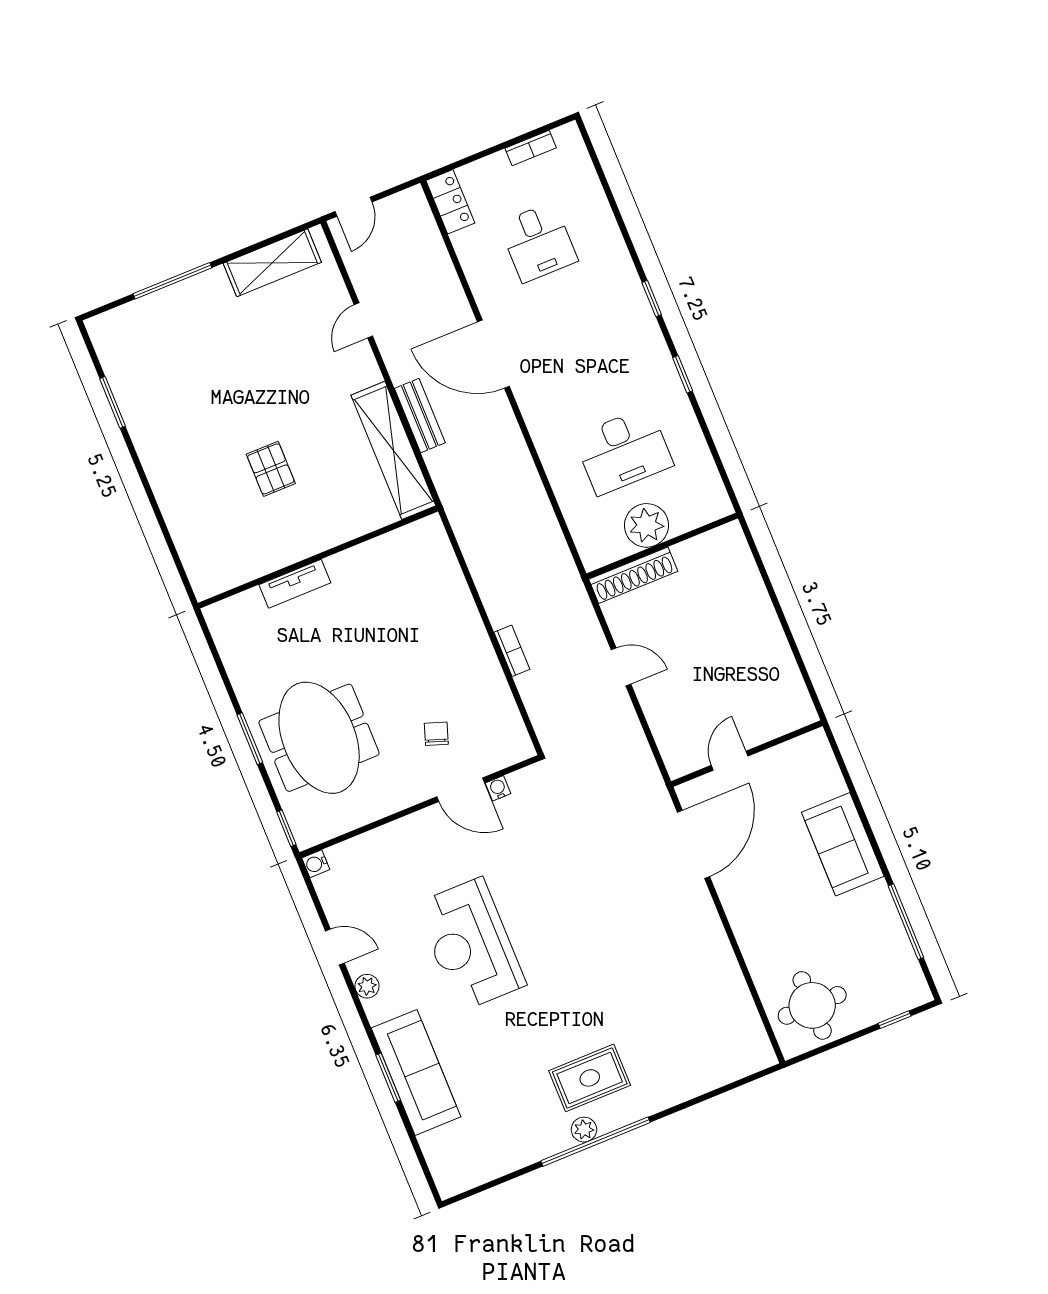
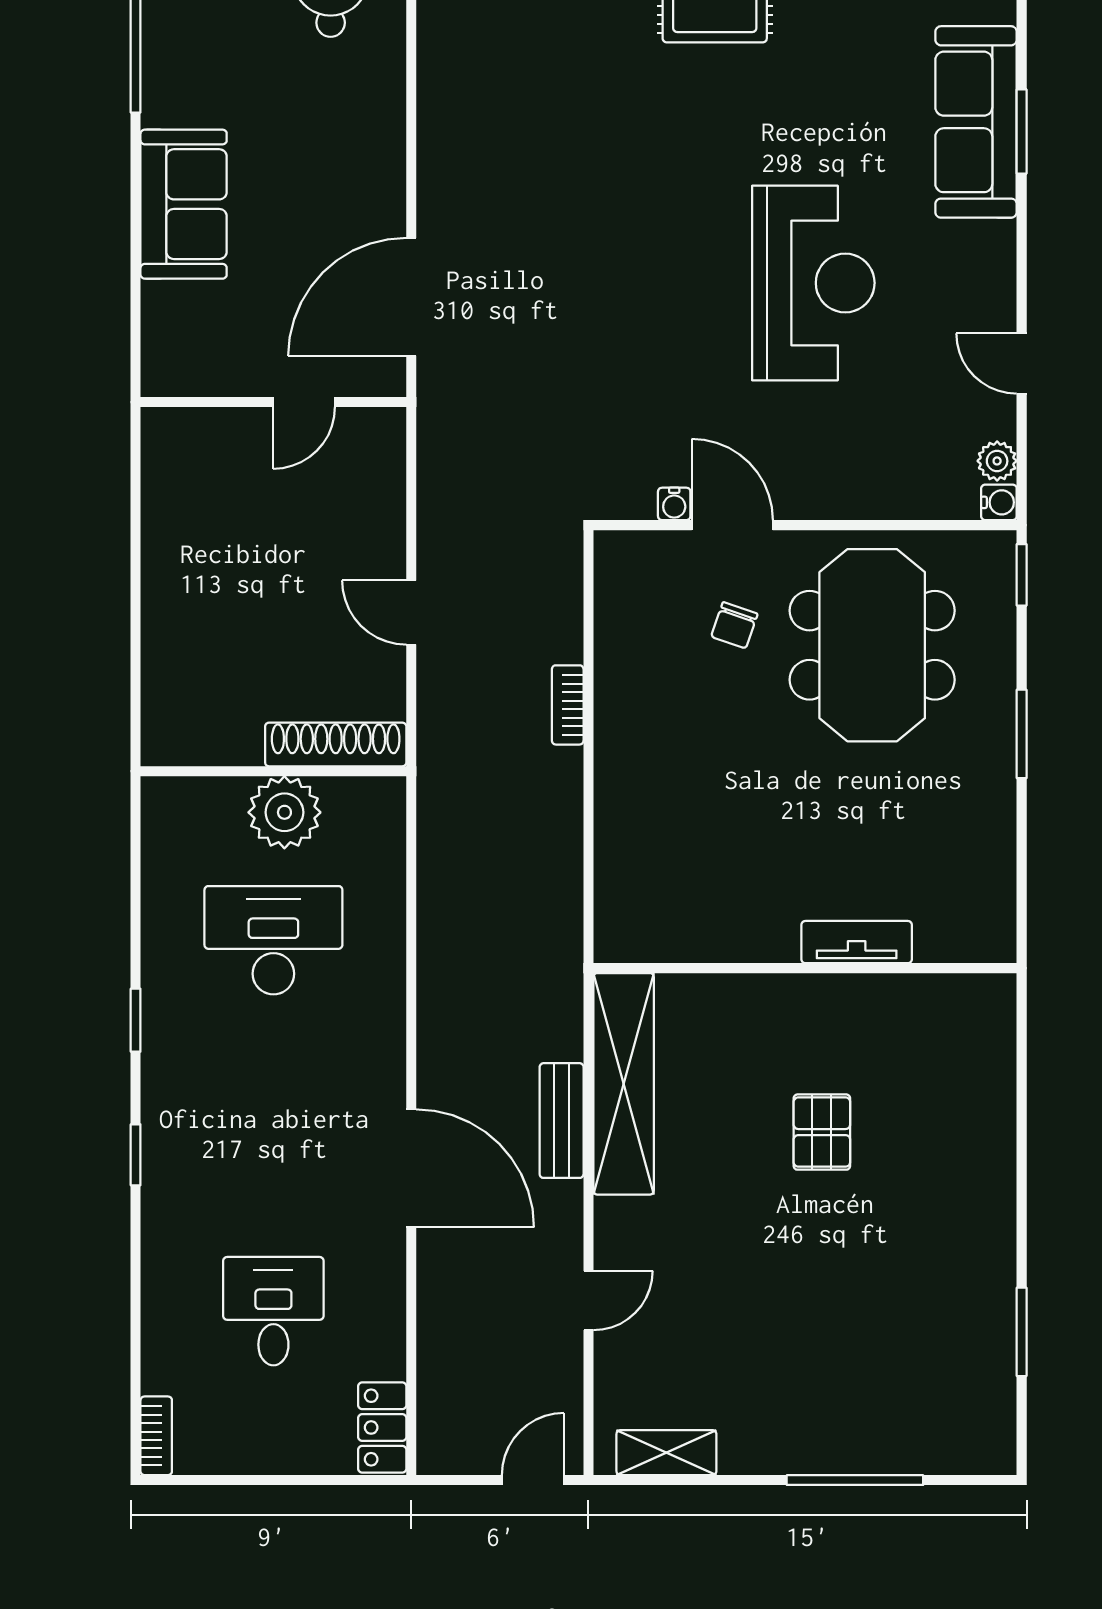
bookcase: (531, 148) -> (156, 1436), moved, turned 90
shelving: (272, 263) -> (666, 1453), width x0.67, depth x0.75
meeting table: (319, 738) -> (872, 645), moved
plant: (367, 986) -> (997, 461), moved

